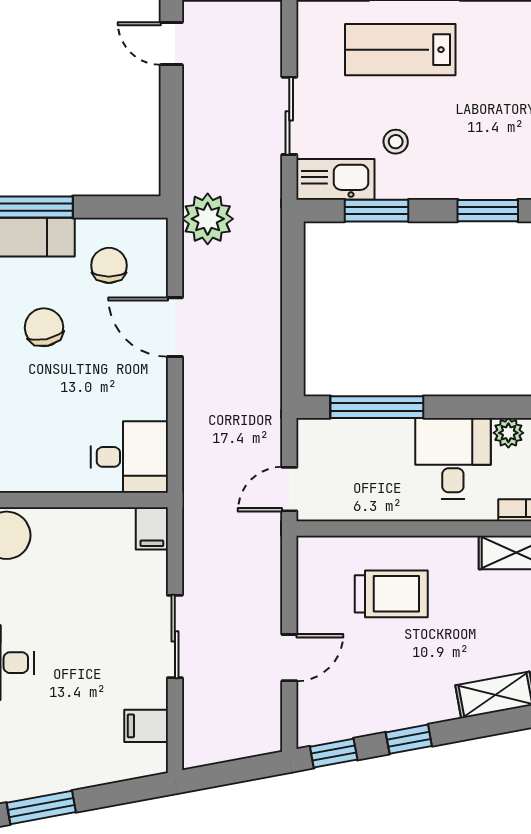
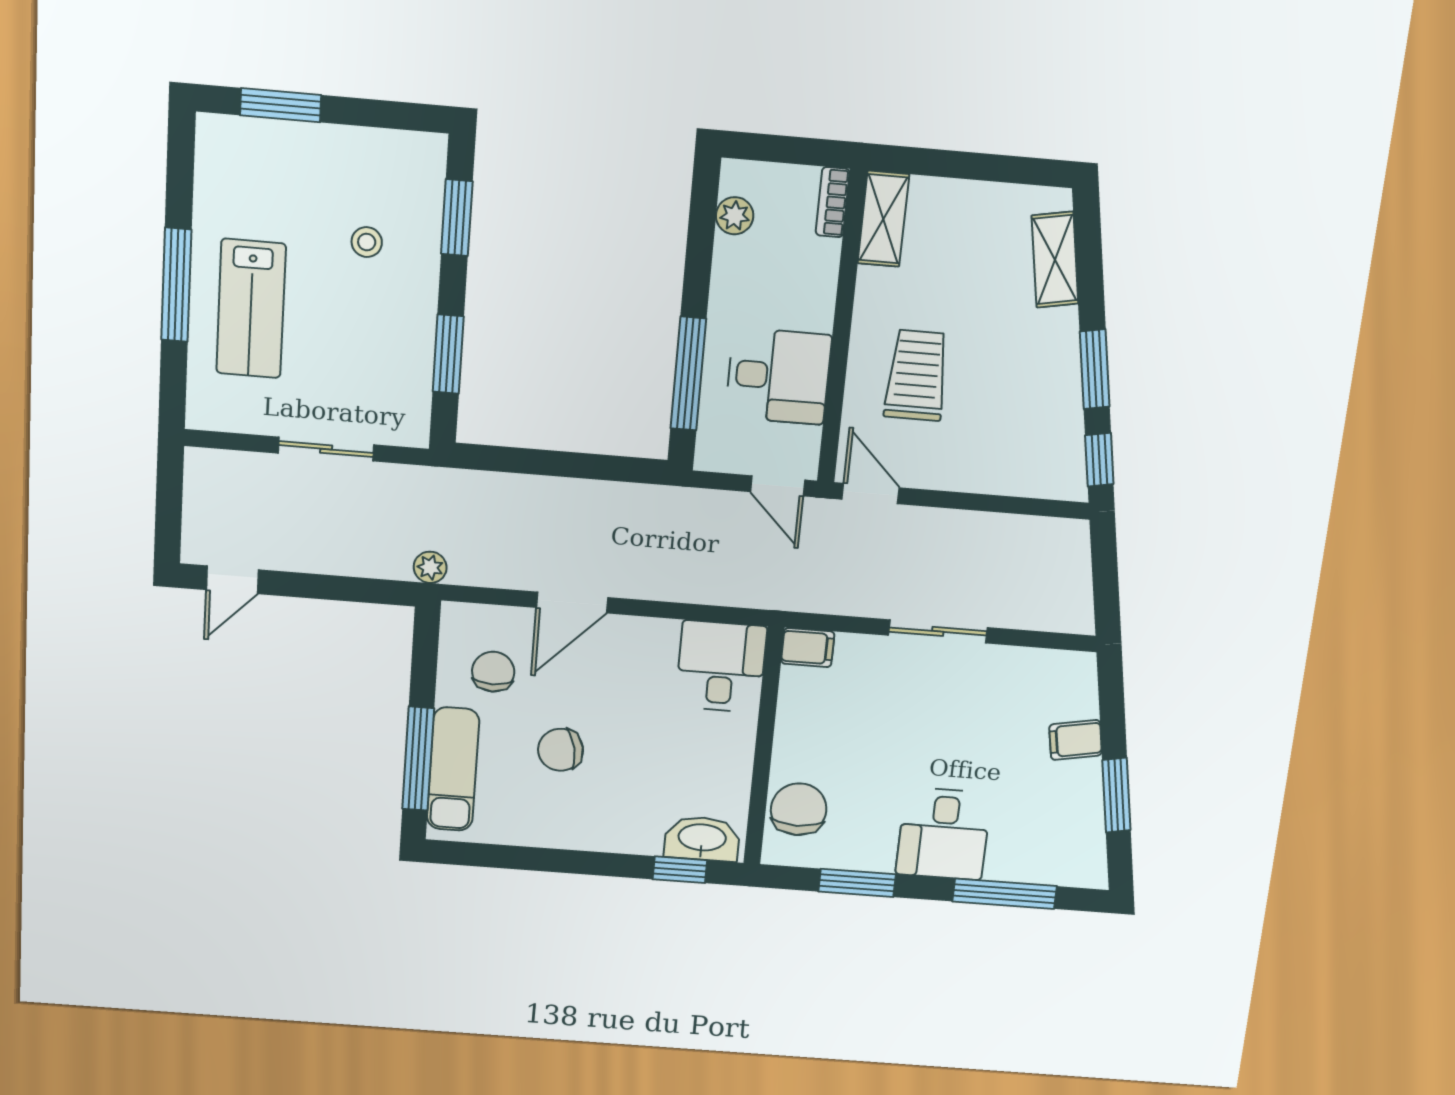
stool: (396, 142) -> (367, 242), moved
kitchen sink: (335, 179) -> (407, 400), removed
plant: (208, 219) -> (430, 567), width x0.53, depth x0.53
chair: (109, 265) -> (493, 672), turned 90
desk: (453, 458) -> (778, 376), moved, turned 180
door: (289, 658) -> (871, 493), moved
filing cabinet: (146, 726) -> (1076, 740), moved, turned 79
window: (409, 739) -> (1095, 369), width x1.50

